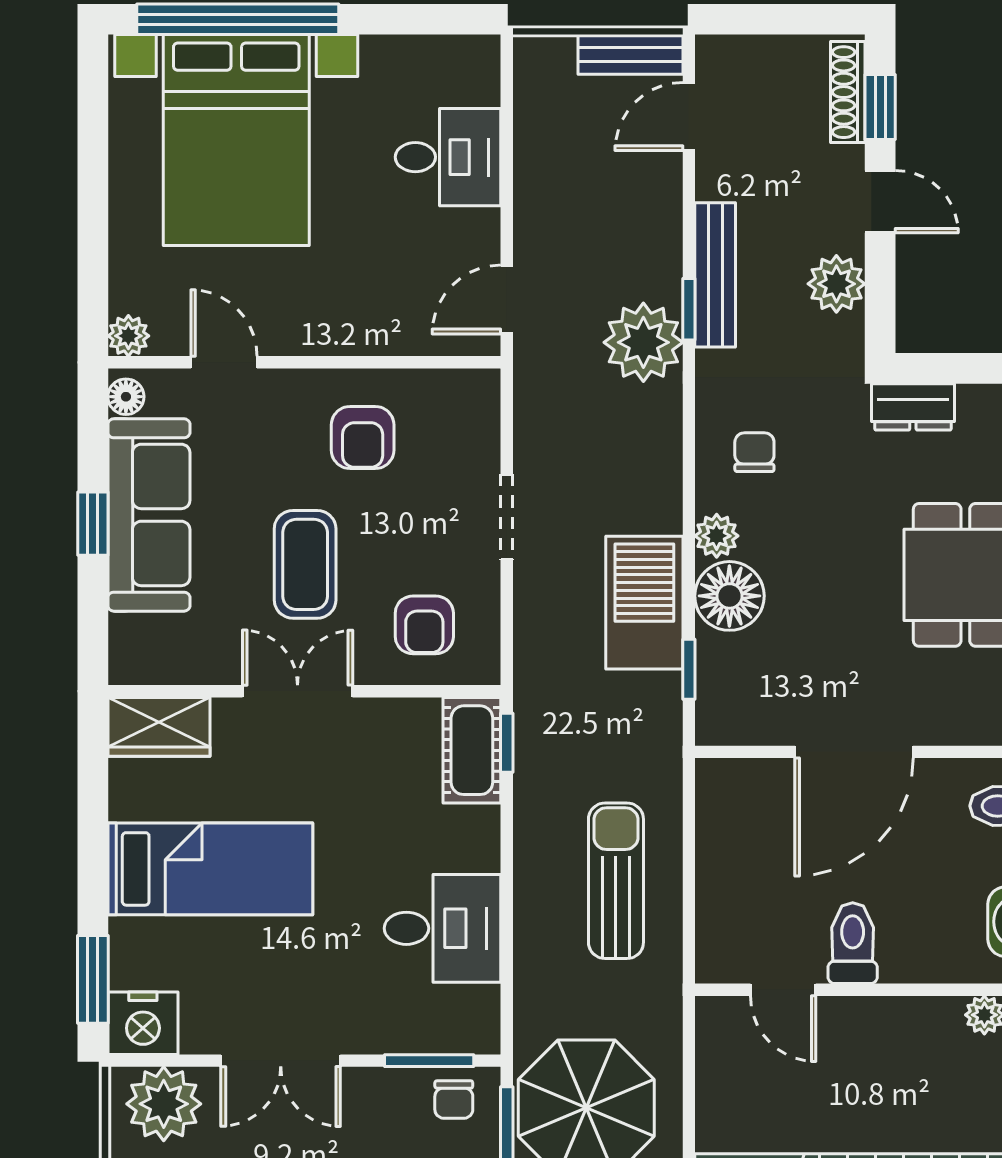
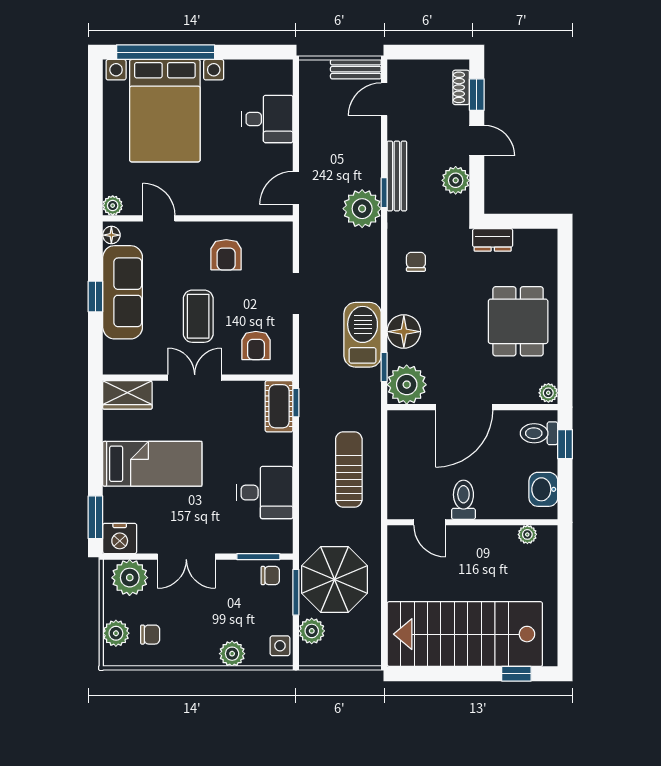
shoe rack: (848, 92) -> (461, 87), width x0.70
plant: (717, 536) -> (407, 385), moved, width x1.88, depth x1.88
chair: (454, 1100) -> (270, 576), turned -90

